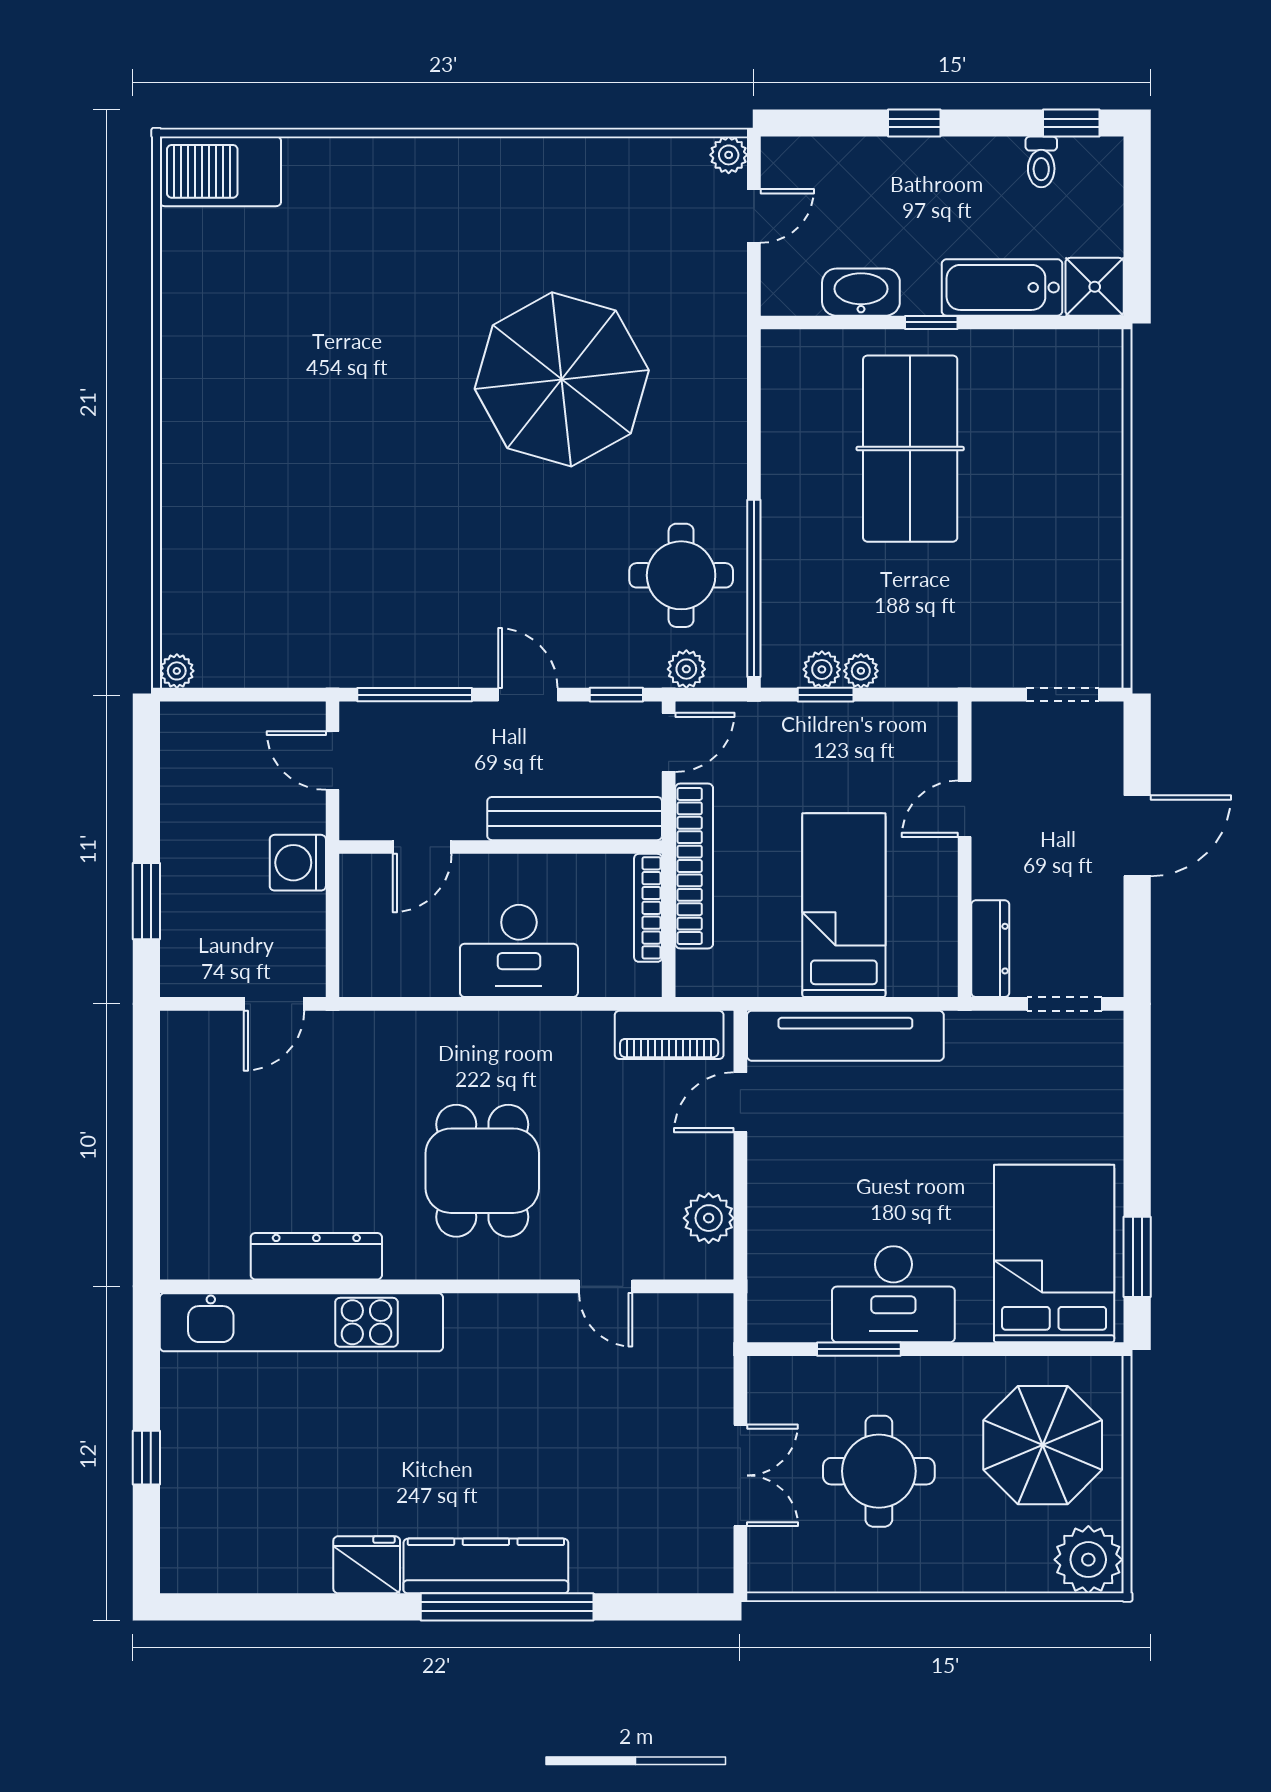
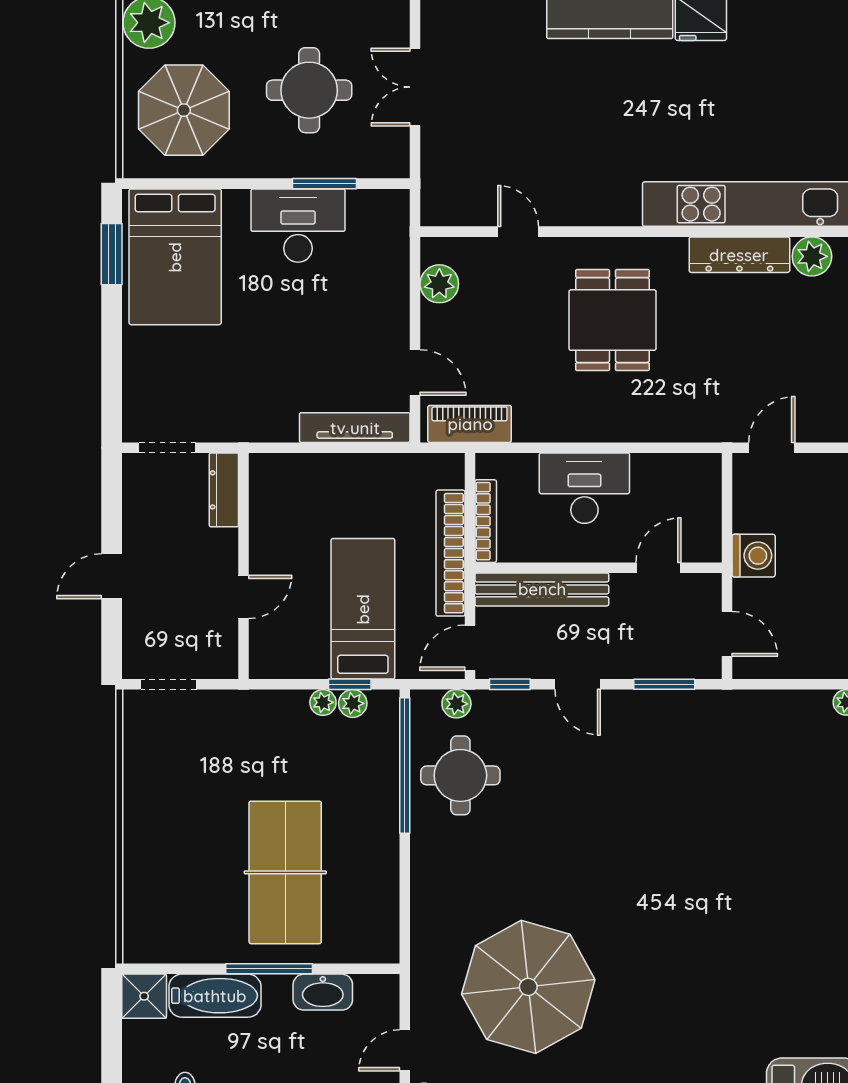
window: (931, 322) -> (269, 969), width x2.17
parasol: (562, 379) -> (528, 987), moved
window: (415, 695) -> (664, 684), width x0.69
door: (1137, 836) -> (112, 576), width x0.73
bed: (844, 905) -> (363, 609), moved, turned 180
tv unit: (845, 1036) -> (355, 428), width x0.73, depth x0.78
door: (740, 1102) -> (415, 372), hinge flipped
plant: (222, 1254) -> (812, 256), added

